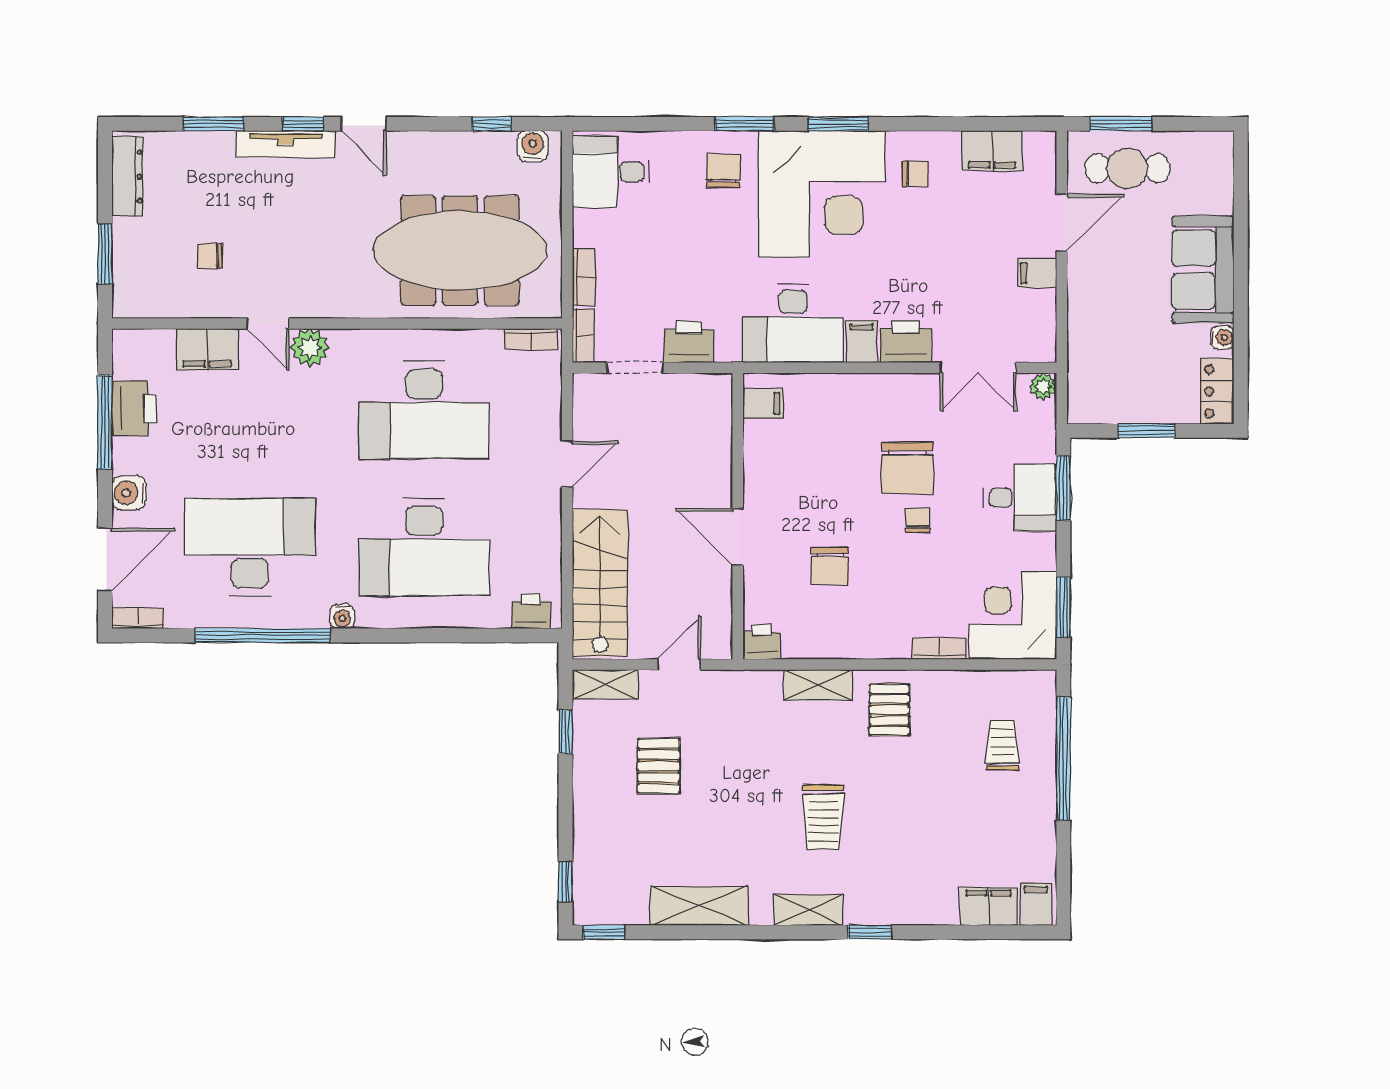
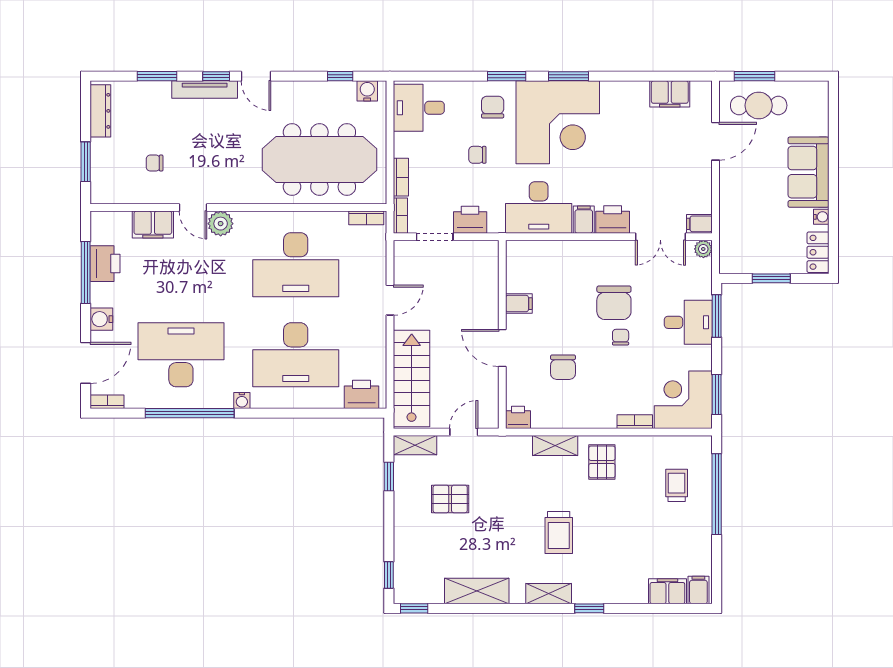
chair: (915, 174) -> (477, 155), moved, turned 180
filing cabinet: (1037, 273) -> (699, 224), moved
filing cabinet: (763, 403) -> (519, 304), moved
printer: (531, 611) -> (362, 394), width x1.36, depth x1.24
pallet: (659, 766) -> (450, 499), turned 90

